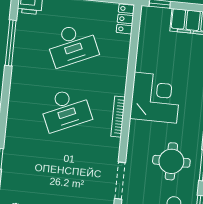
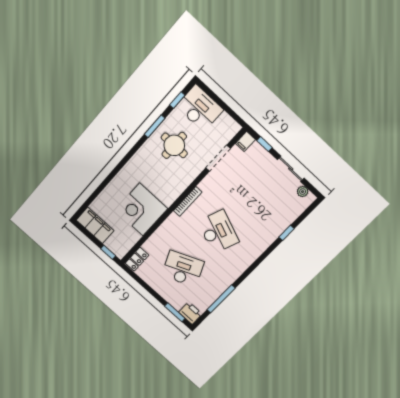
corner desk: (155, 98) -> (141, 210), moved
desk: (66, 109) -> (218, 232), turned 45

